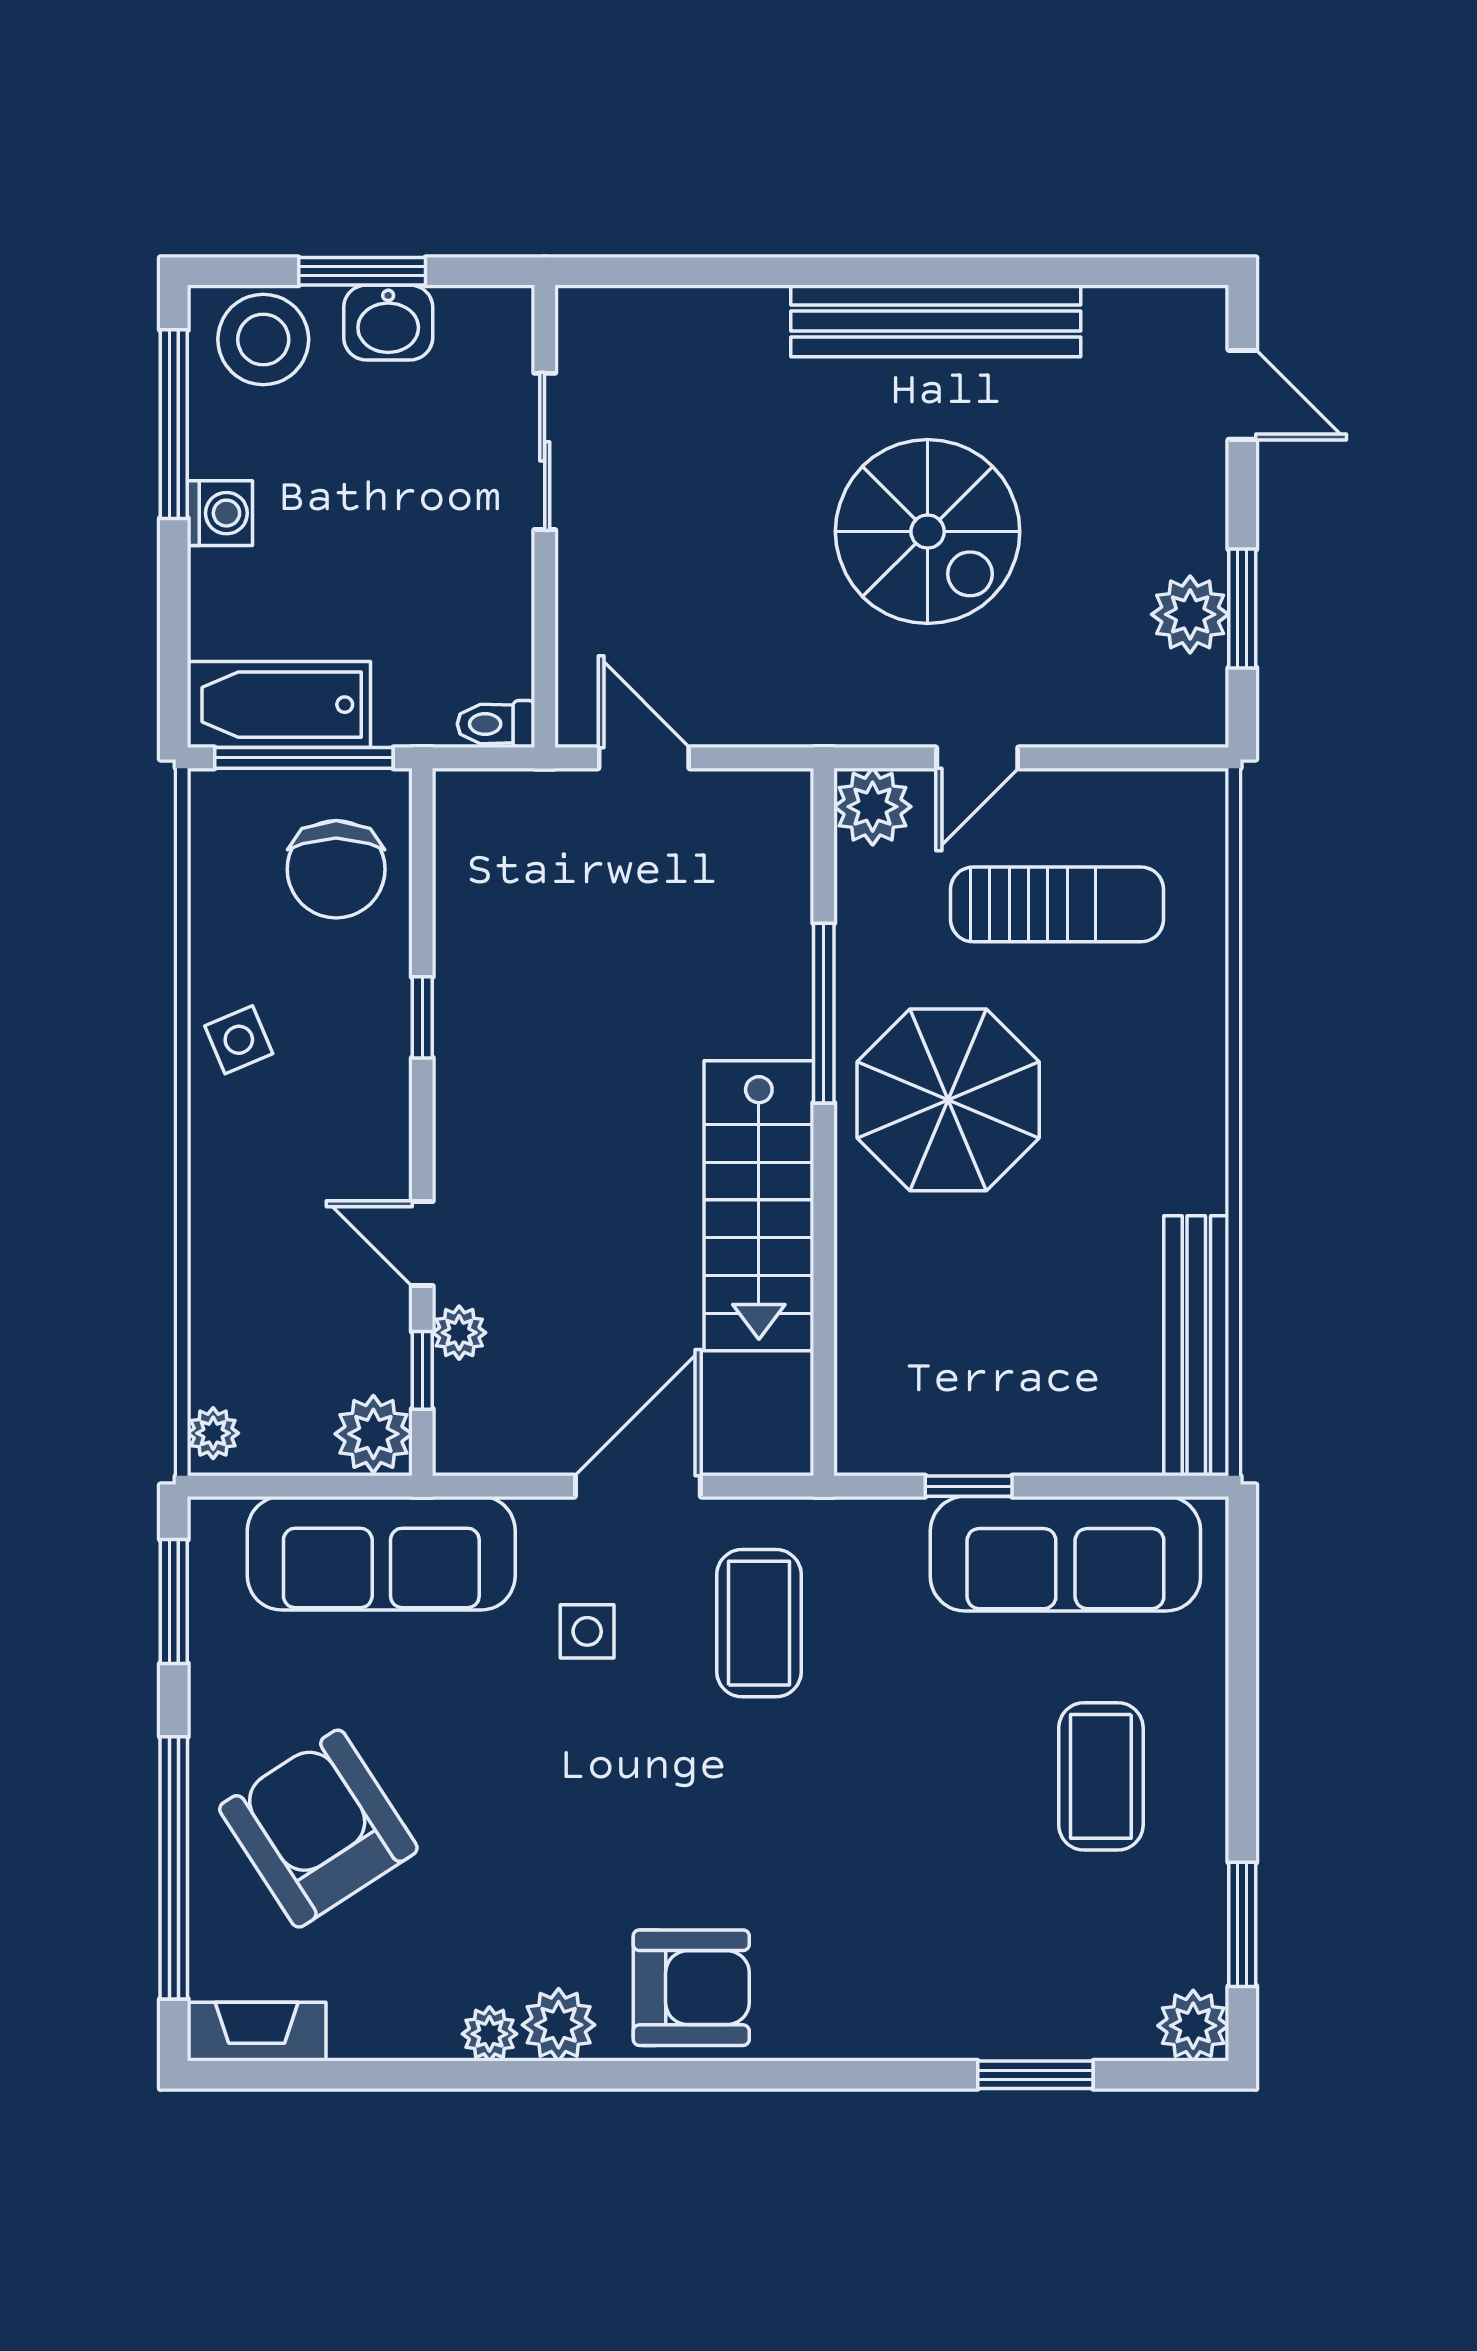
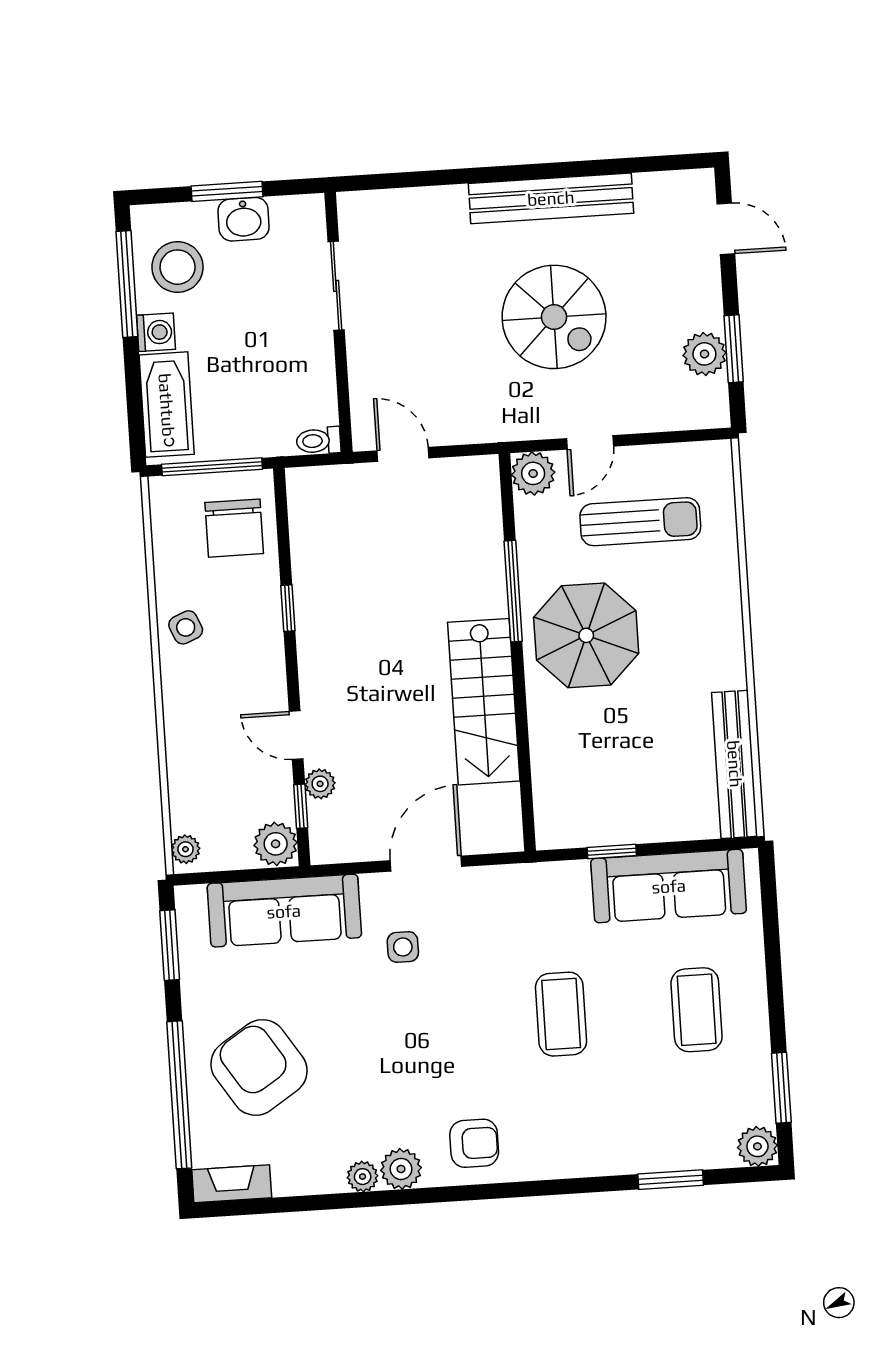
stool: (263, 339) -> (178, 267), moved
bathtub: (279, 705) -> (167, 405), moved, turned 90
coffee table: (759, 1623) -> (561, 1014), moved
armchair: (691, 1988) -> (474, 1143), width x0.72, depth x0.72

